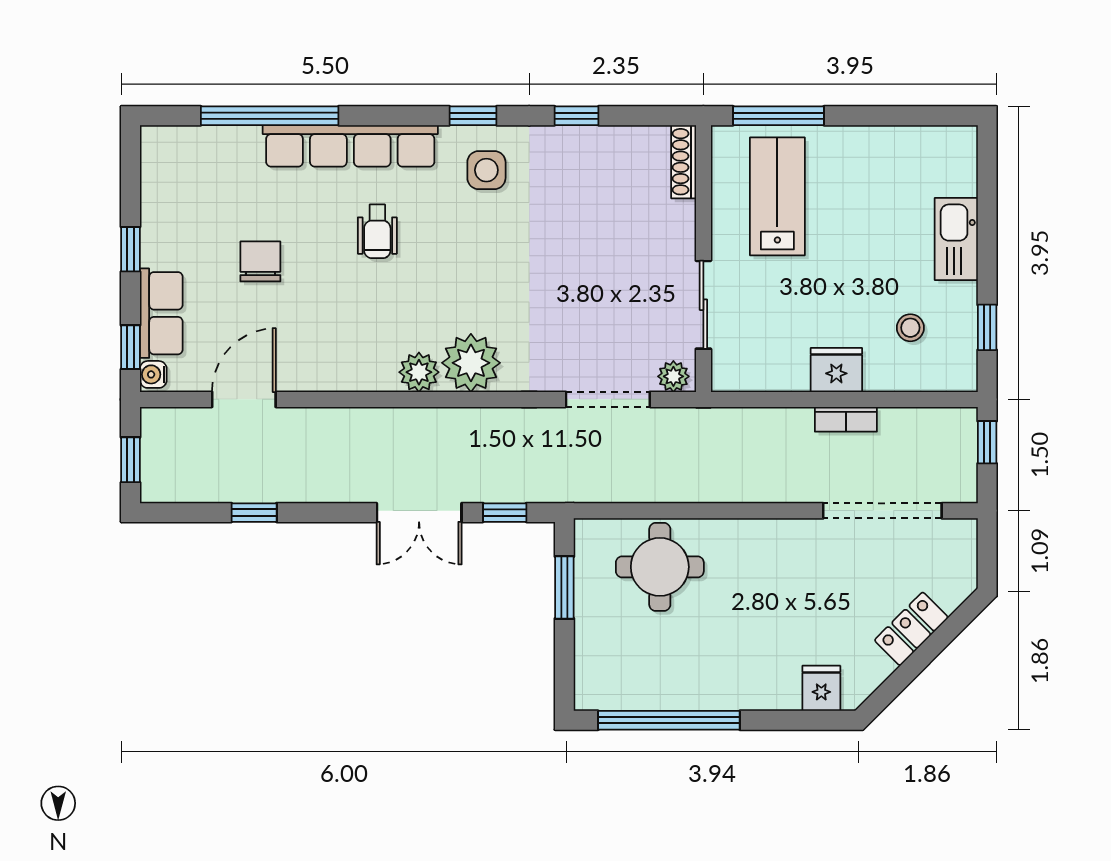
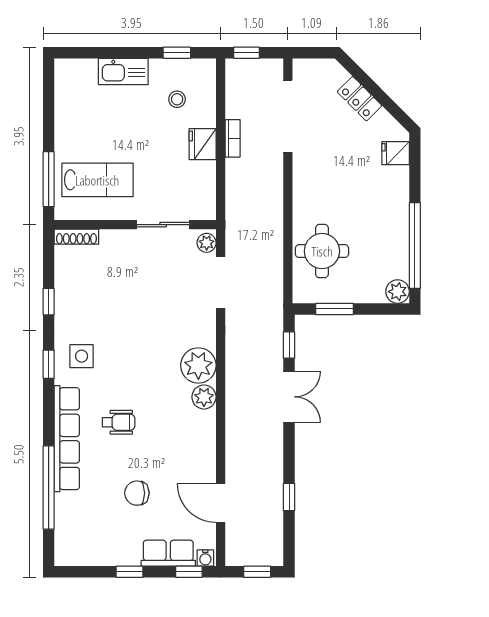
lab bench: (777, 196) -> (97, 180), turned 180
plant: (593, 692) -> (398, 292), added

